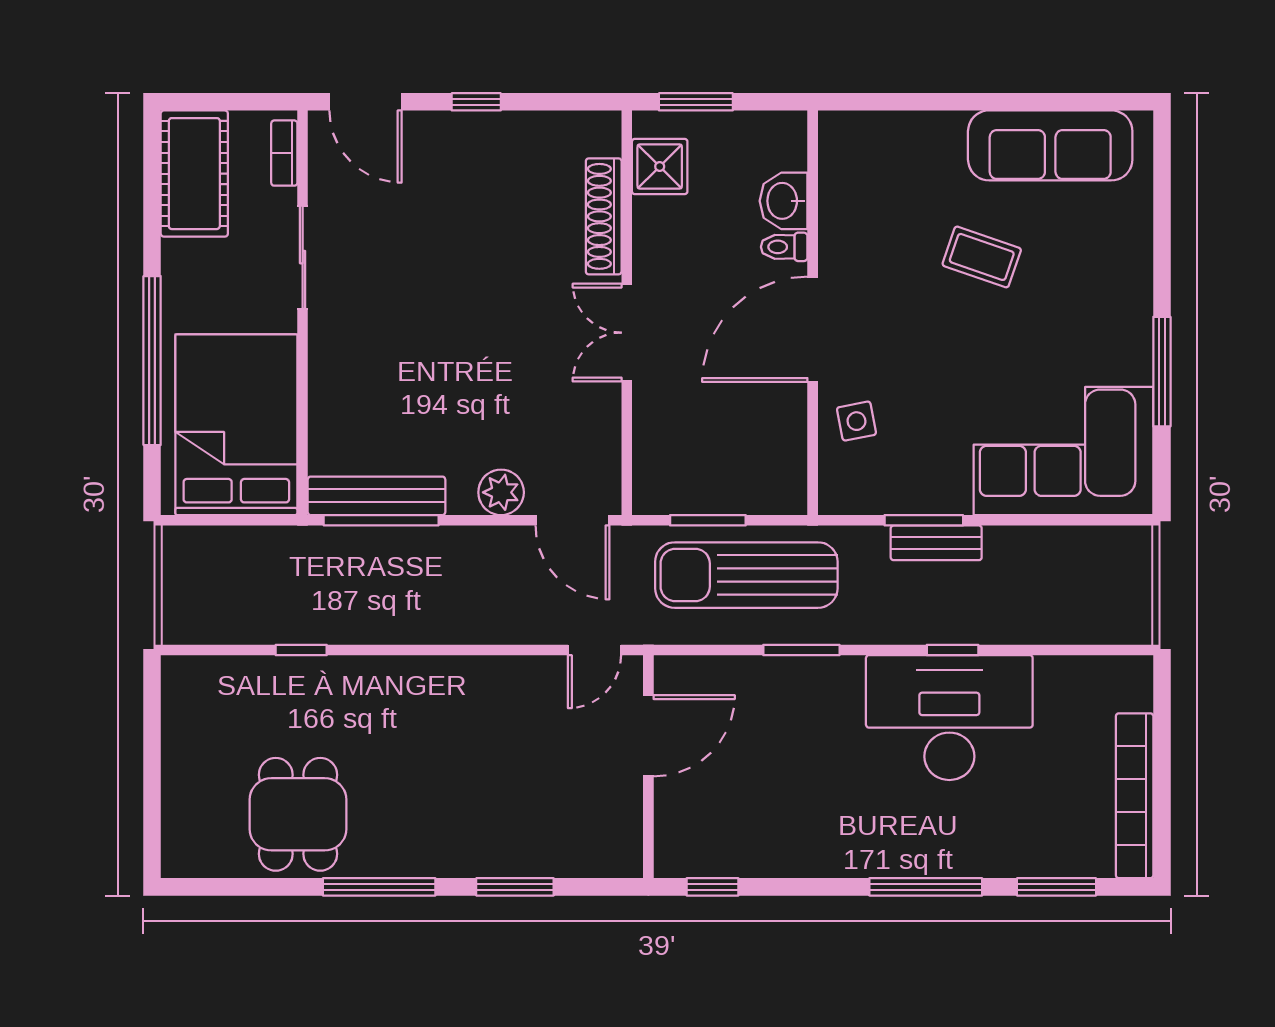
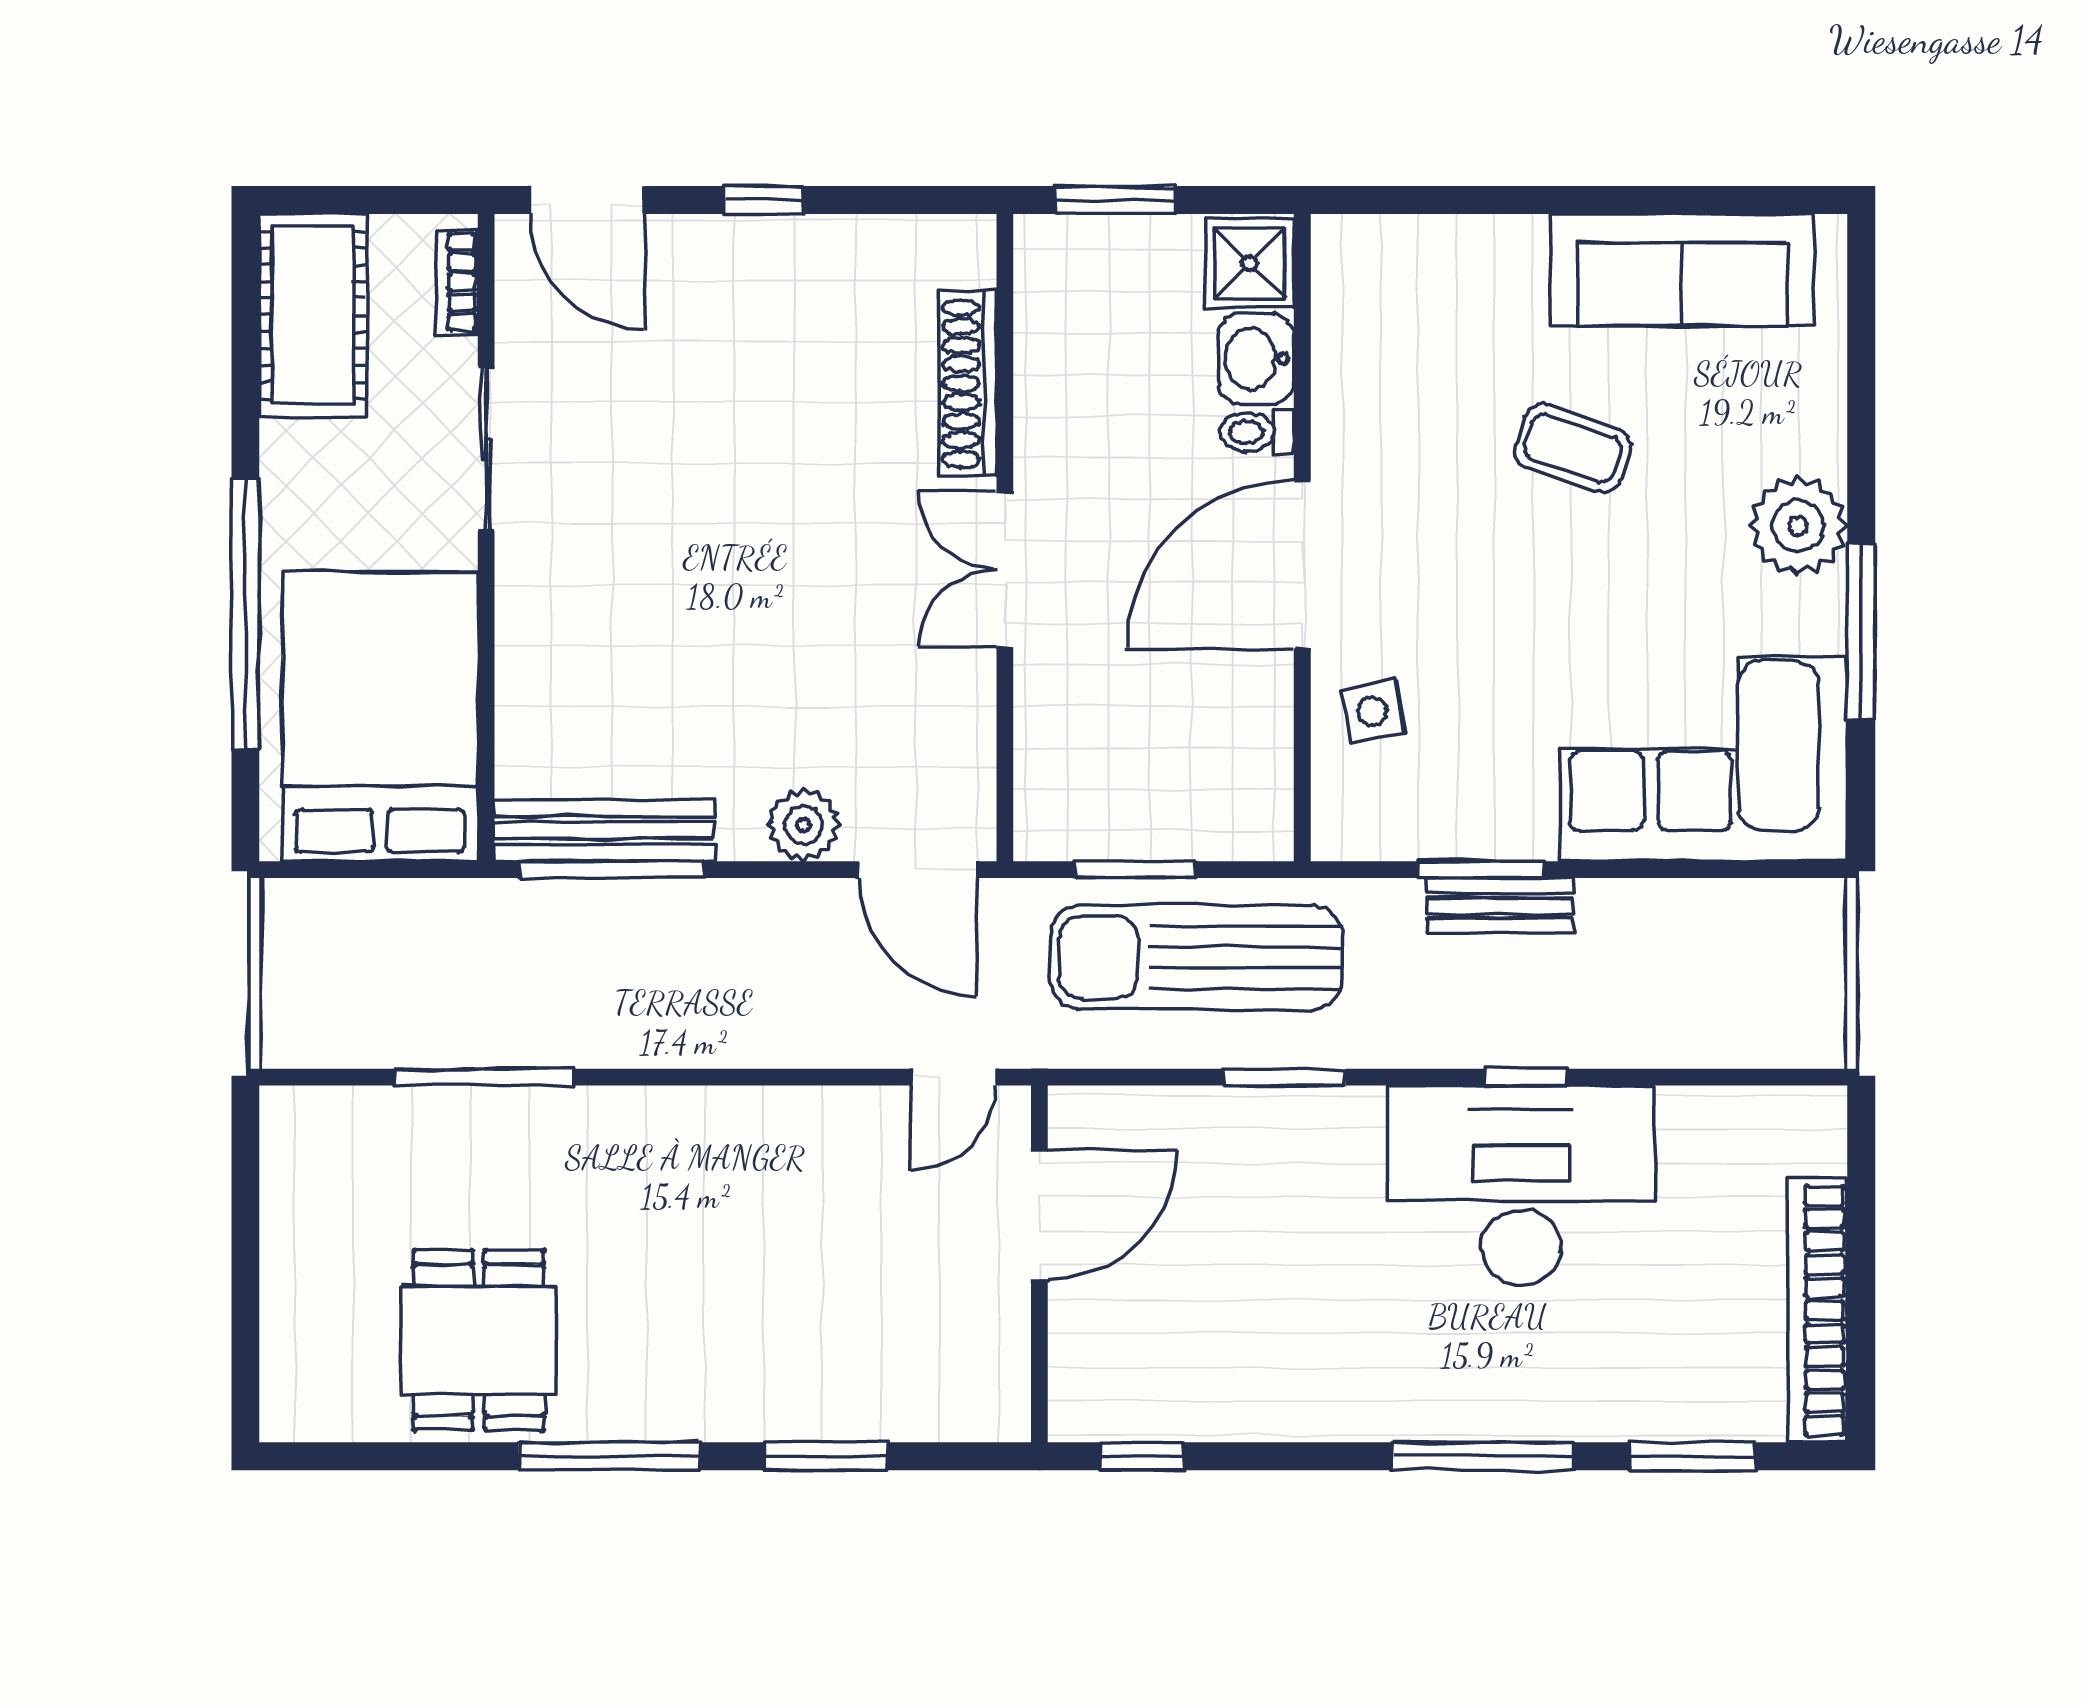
shower: (660, 166) -> (1250, 264), moved
plant: (1123, 305) -> (1798, 526), added
window: (301, 650) -> (484, 1077), width x2.17

